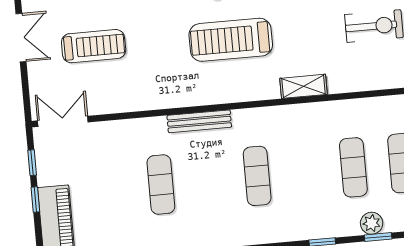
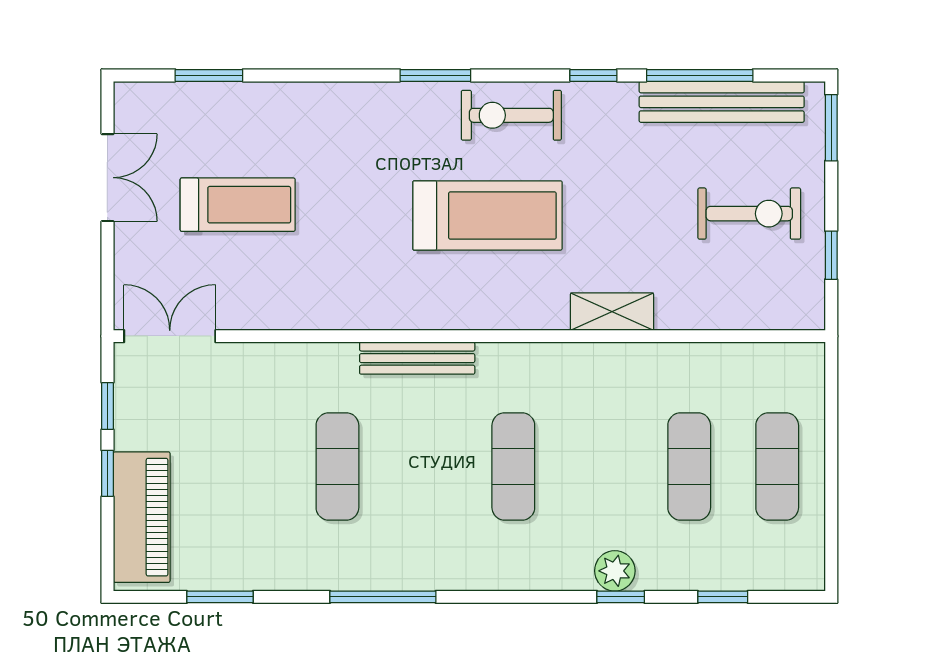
treadmill: (231, 40) -> (487, 215), turned 180
plant: (372, 223) -> (615, 571), moved

